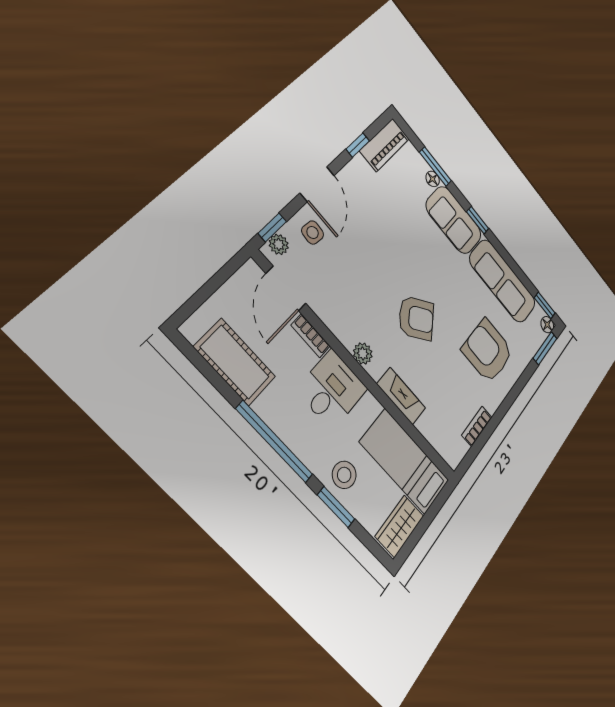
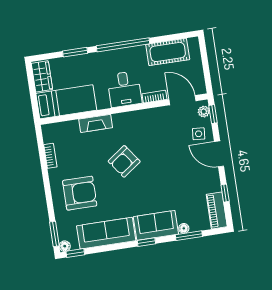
plant: (363, 354) -> (129, 118), removed
stool: (344, 475) -> (85, 66), removed

